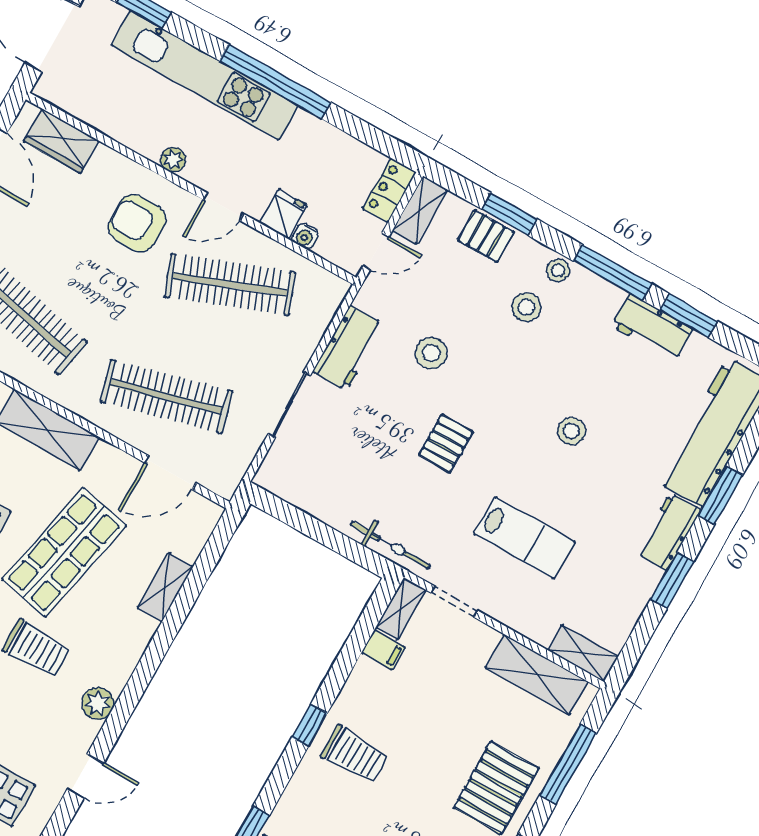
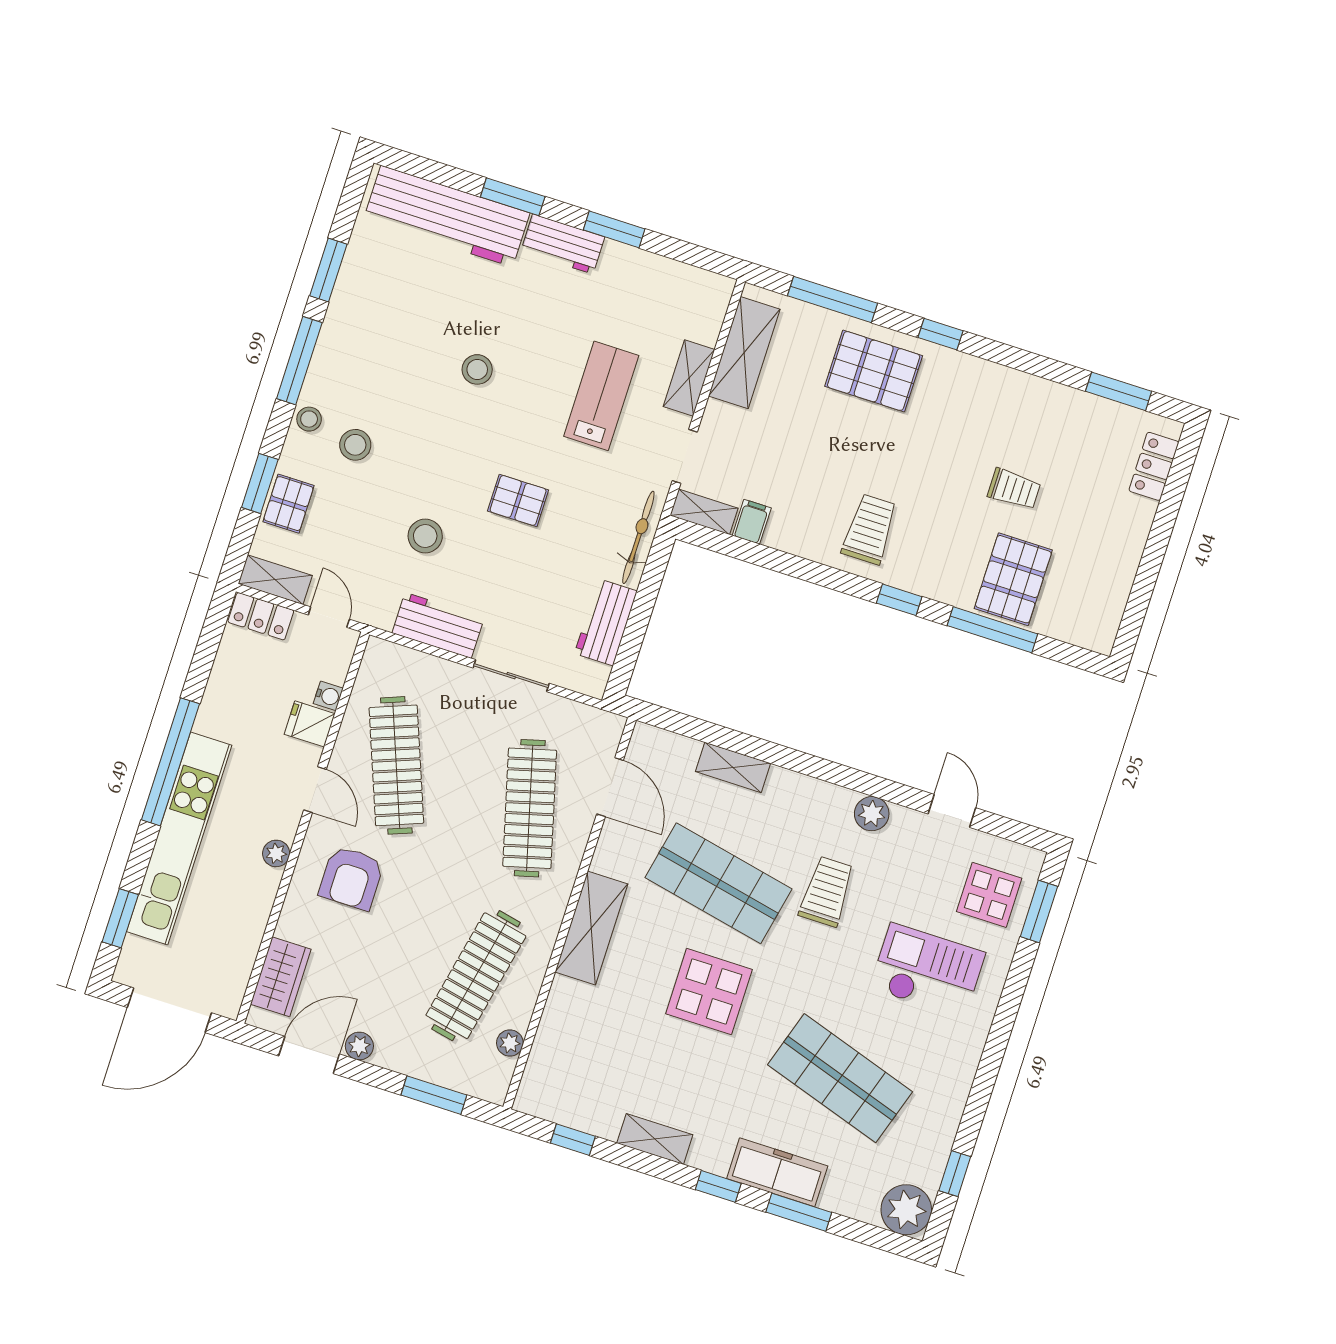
workbench: (652, 327) -> (606, 622), moved, turned 180
shelving: (583, 653) -> (689, 378), moved
window: (309, 725) -> (899, 600), moved

